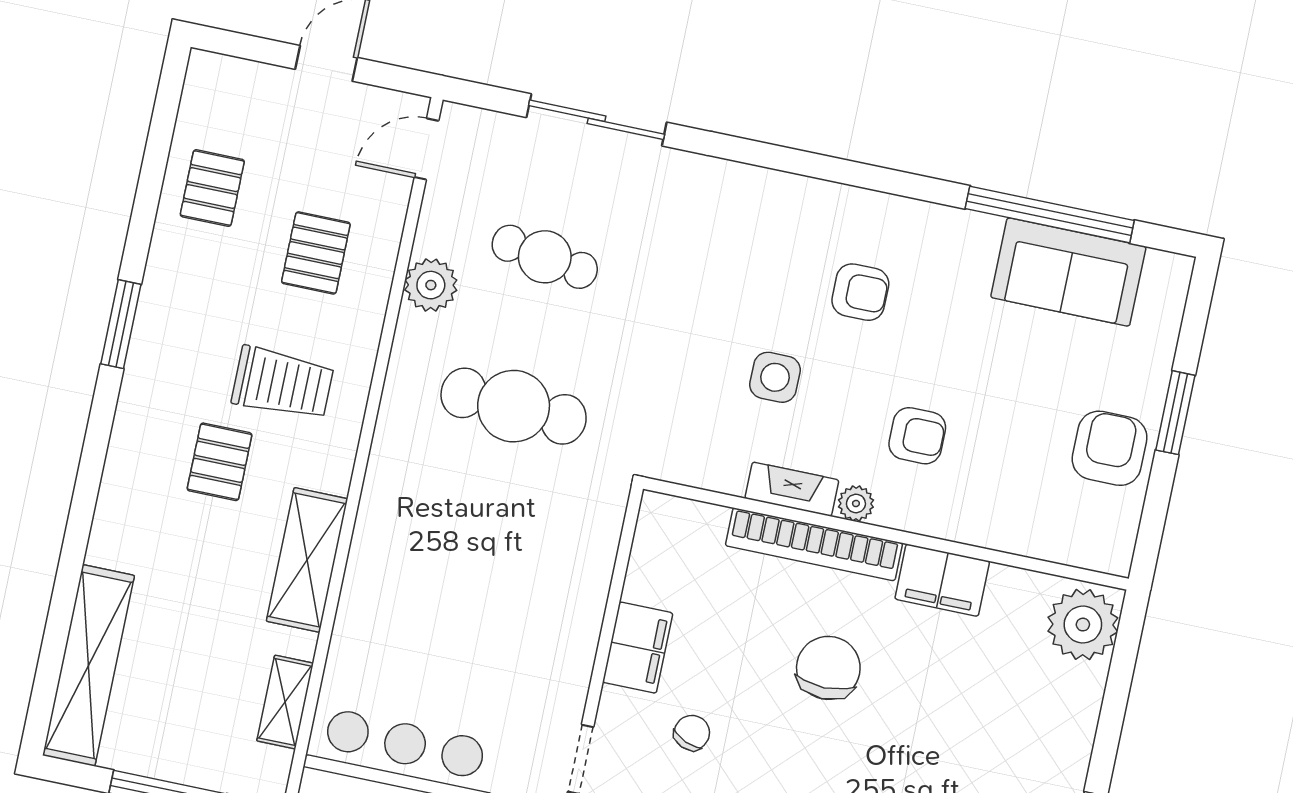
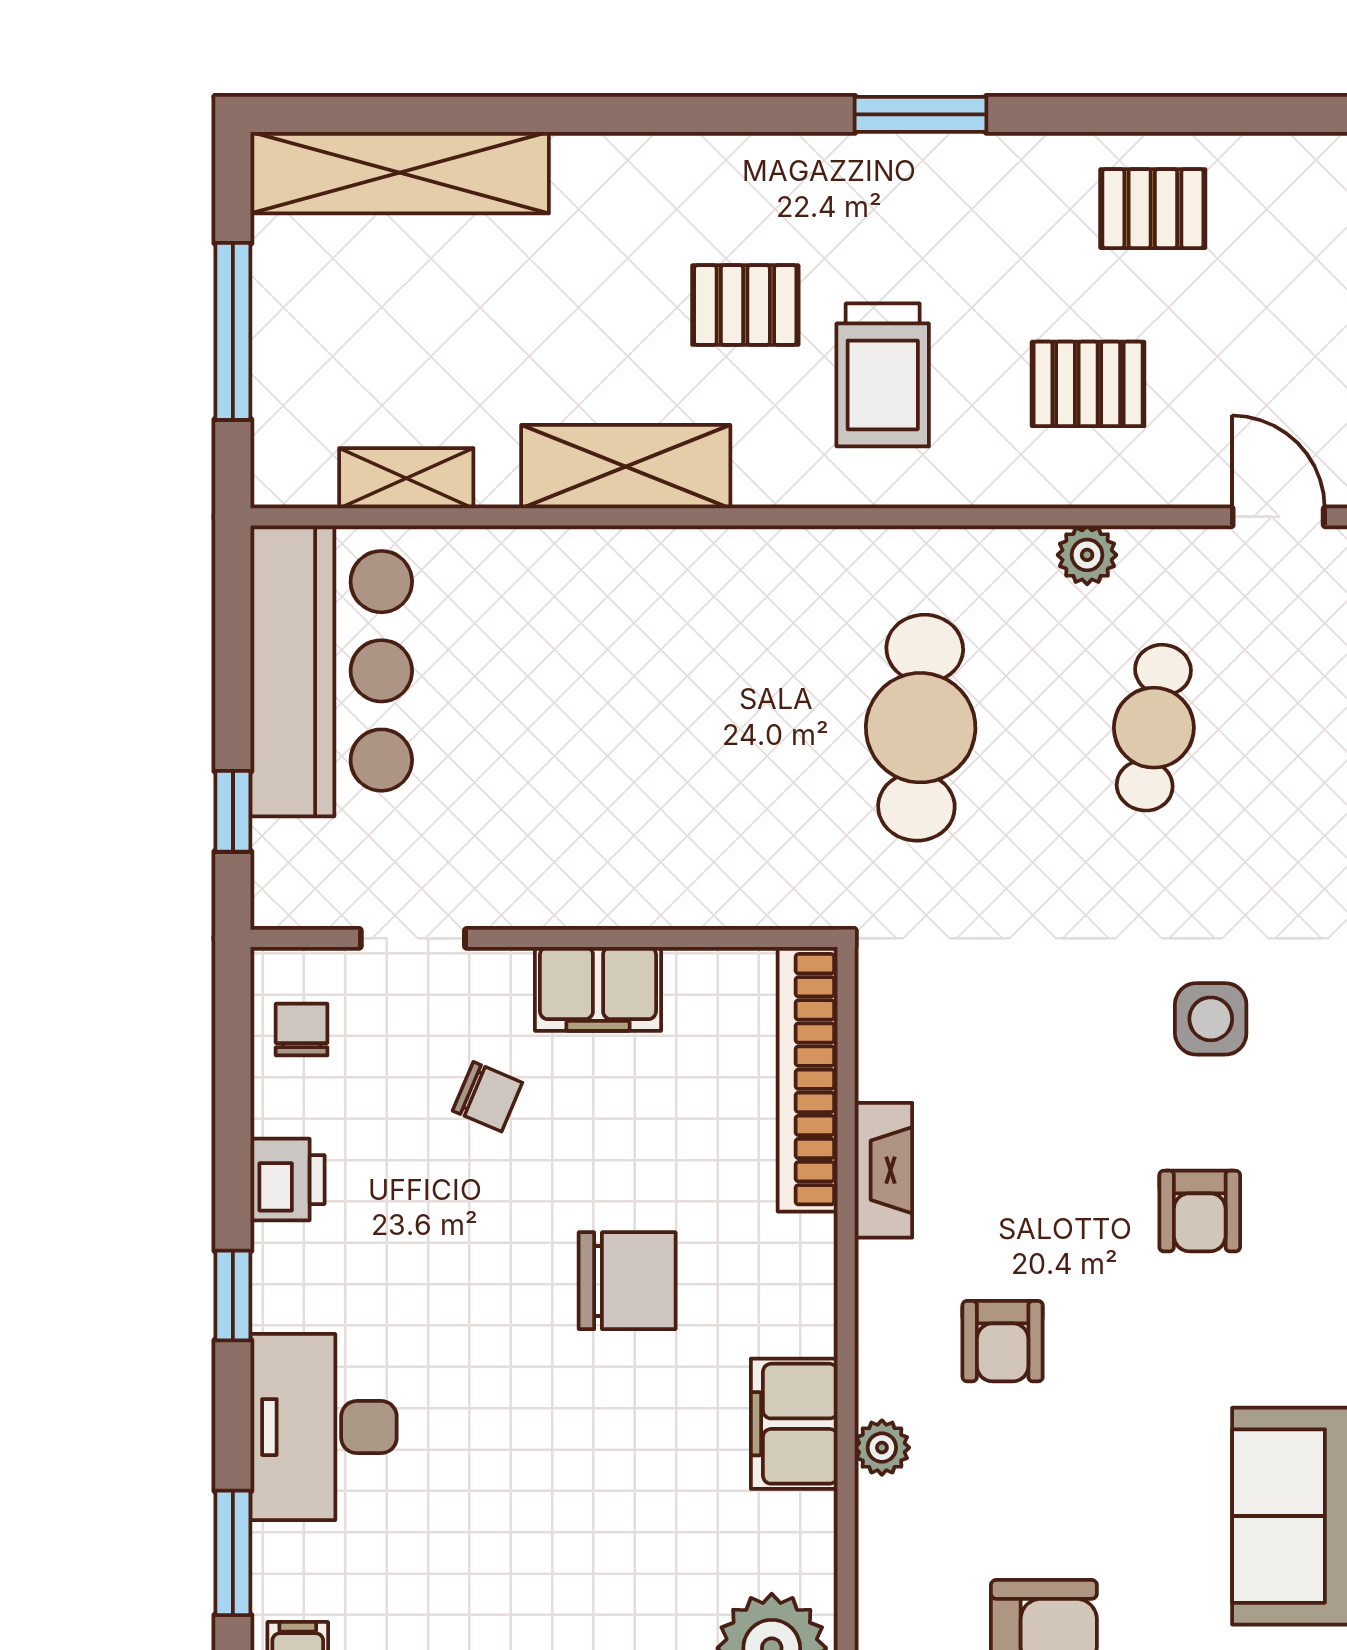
plant: (431, 285) -> (1087, 555), width x0.73, depth x0.73
side table: (775, 377) -> (1211, 1019), moved
plant: (856, 504) -> (882, 1448), moved
bookcase: (814, 544) -> (808, 1079), moved

